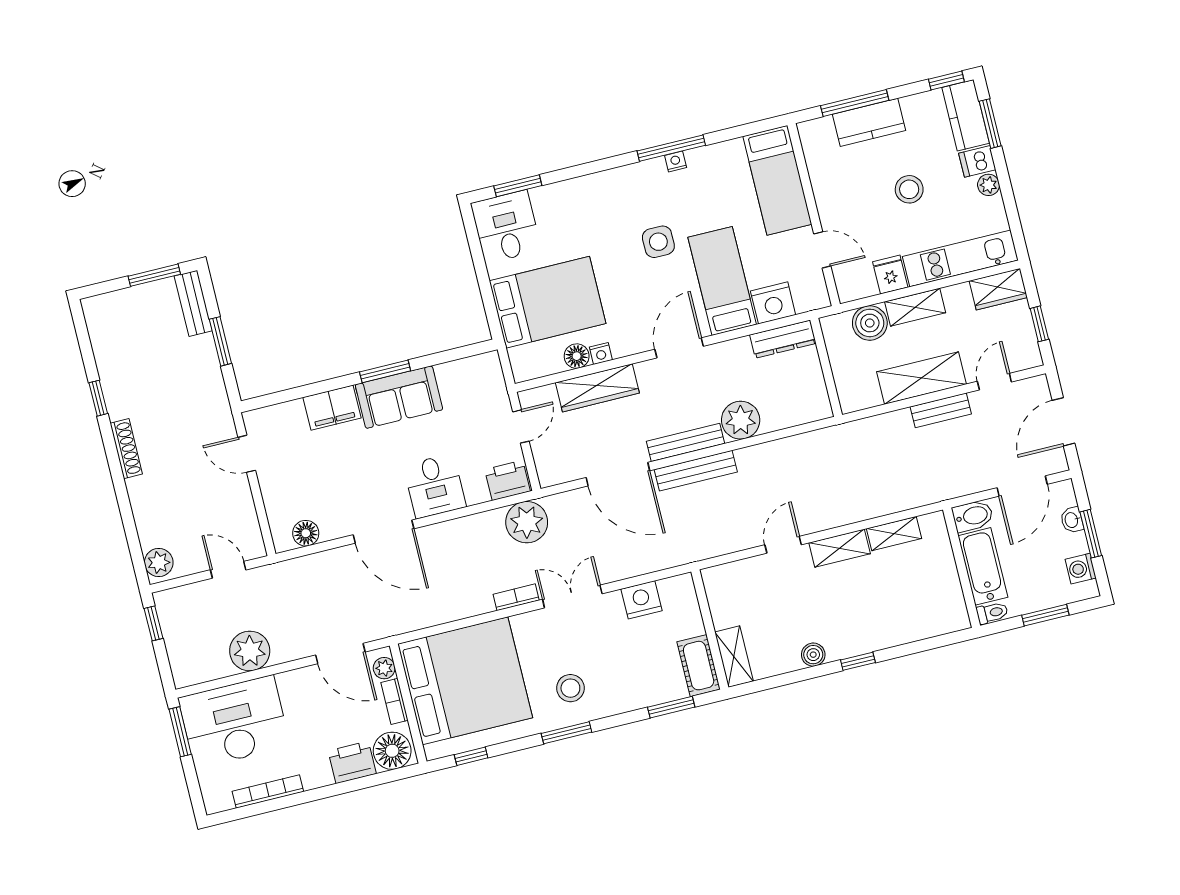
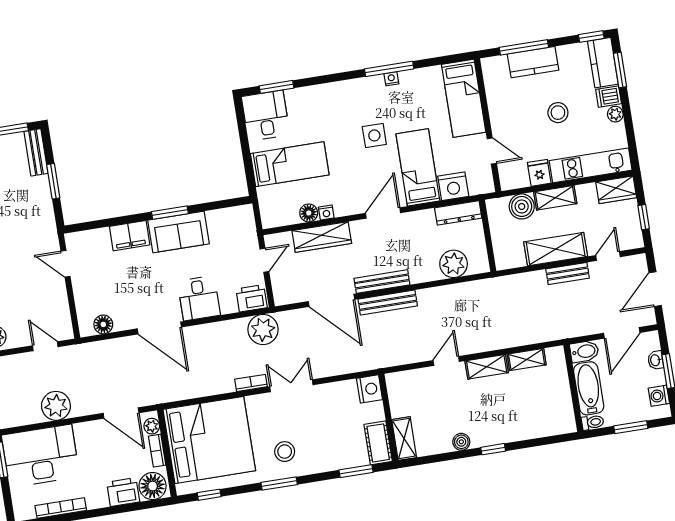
bed: (548, 302) -> (290, 164), width x0.67
plant: (741, 420) -> (454, 264), moved
nightstand: (641, 600) -> (369, 389), moved, turned 90

